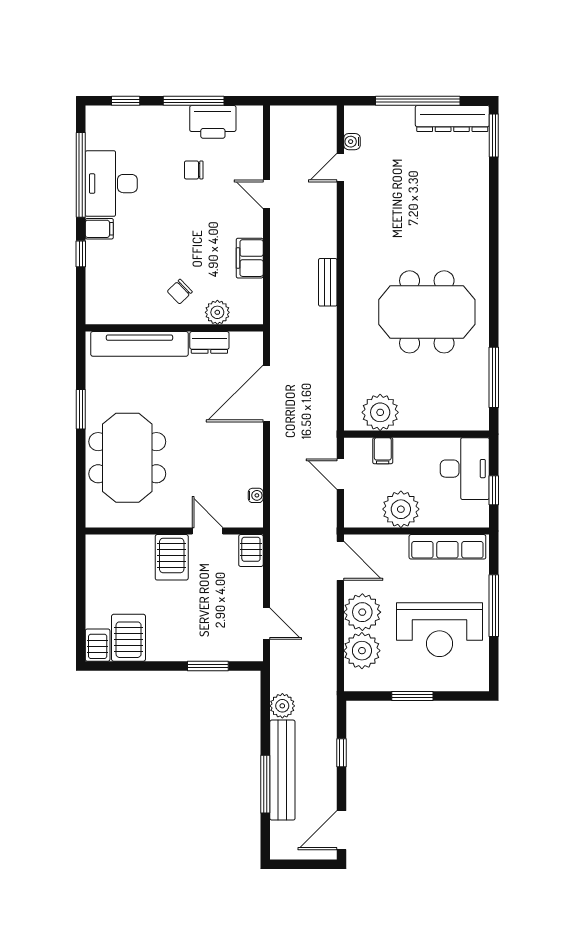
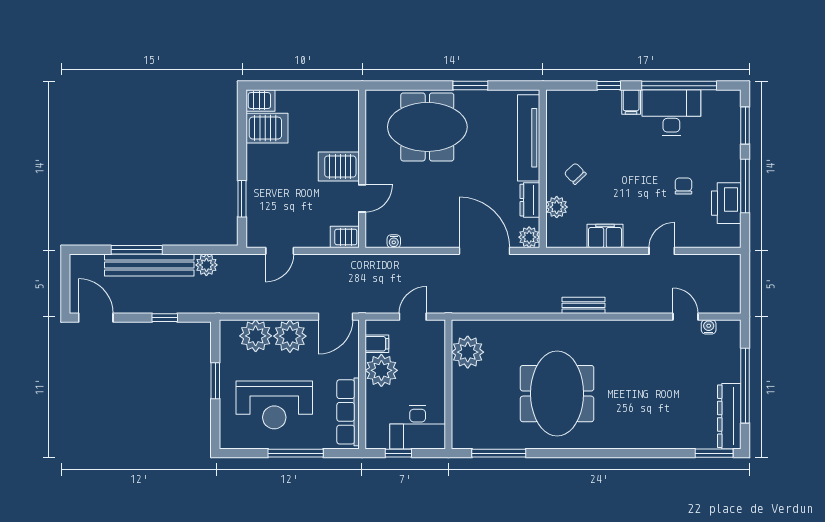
window: (126, 101) -> (745, 125), width x1.50
plant: (251, 343) -> (529, 237), added
filing cabinet: (383, 451) -> (377, 344), moved, turned 180
reception desk: (439, 630) -> (274, 405), turned -90

